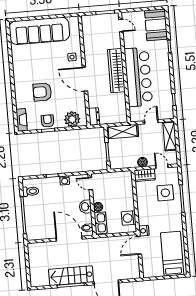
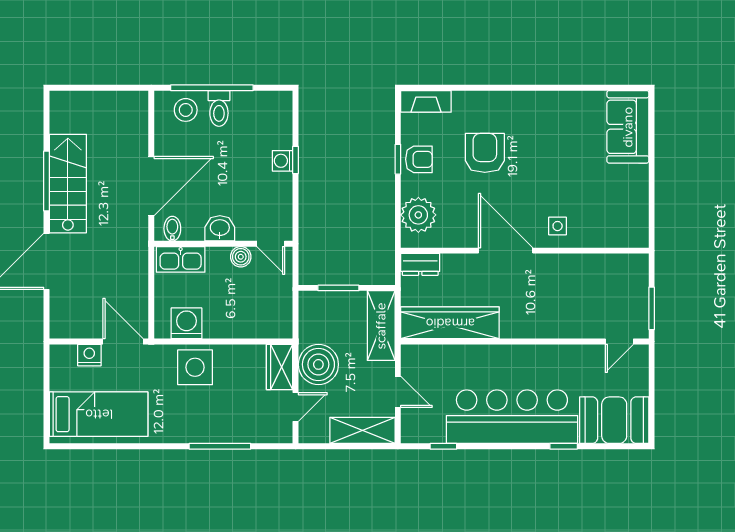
sofa: (39, 31) -> (628, 127), width x0.54, depth x0.79
wardrobe: (116, 71) -> (450, 323), moved
bar counter: (138, 77) -> (512, 417), moved, turned 180
door: (85, 79) -> (506, 251), hinge flipped
boiler: (142, 162) -> (318, 364), width x1.86, depth x1.86
washing machine: (65, 180) -> (283, 161), moved
door: (90, 184) -> (271, 244), swing flipped
toilet: (31, 191) -> (219, 108), moved
side table: (165, 193) -> (195, 367), moved
boiler: (98, 207) -> (241, 257), moved
stool: (34, 226) -> (186, 110), added
nightstand: (144, 231) -> (89, 355), moved

